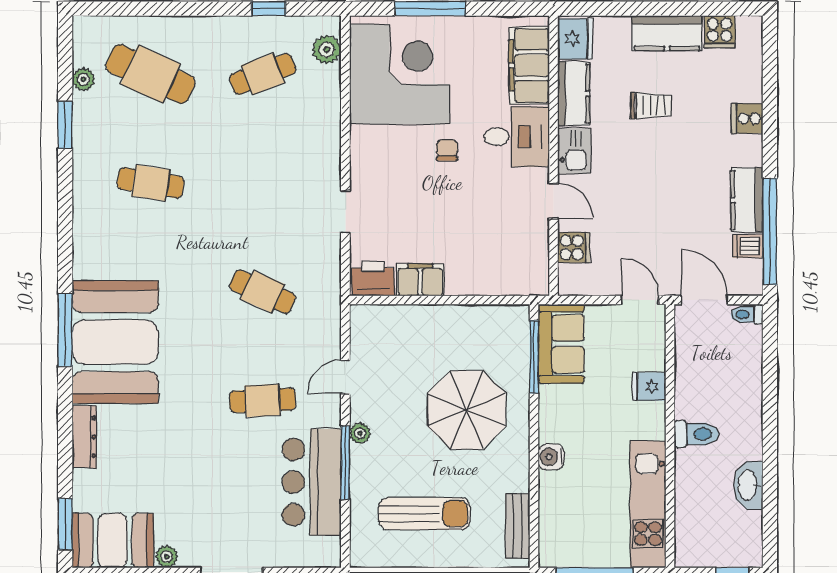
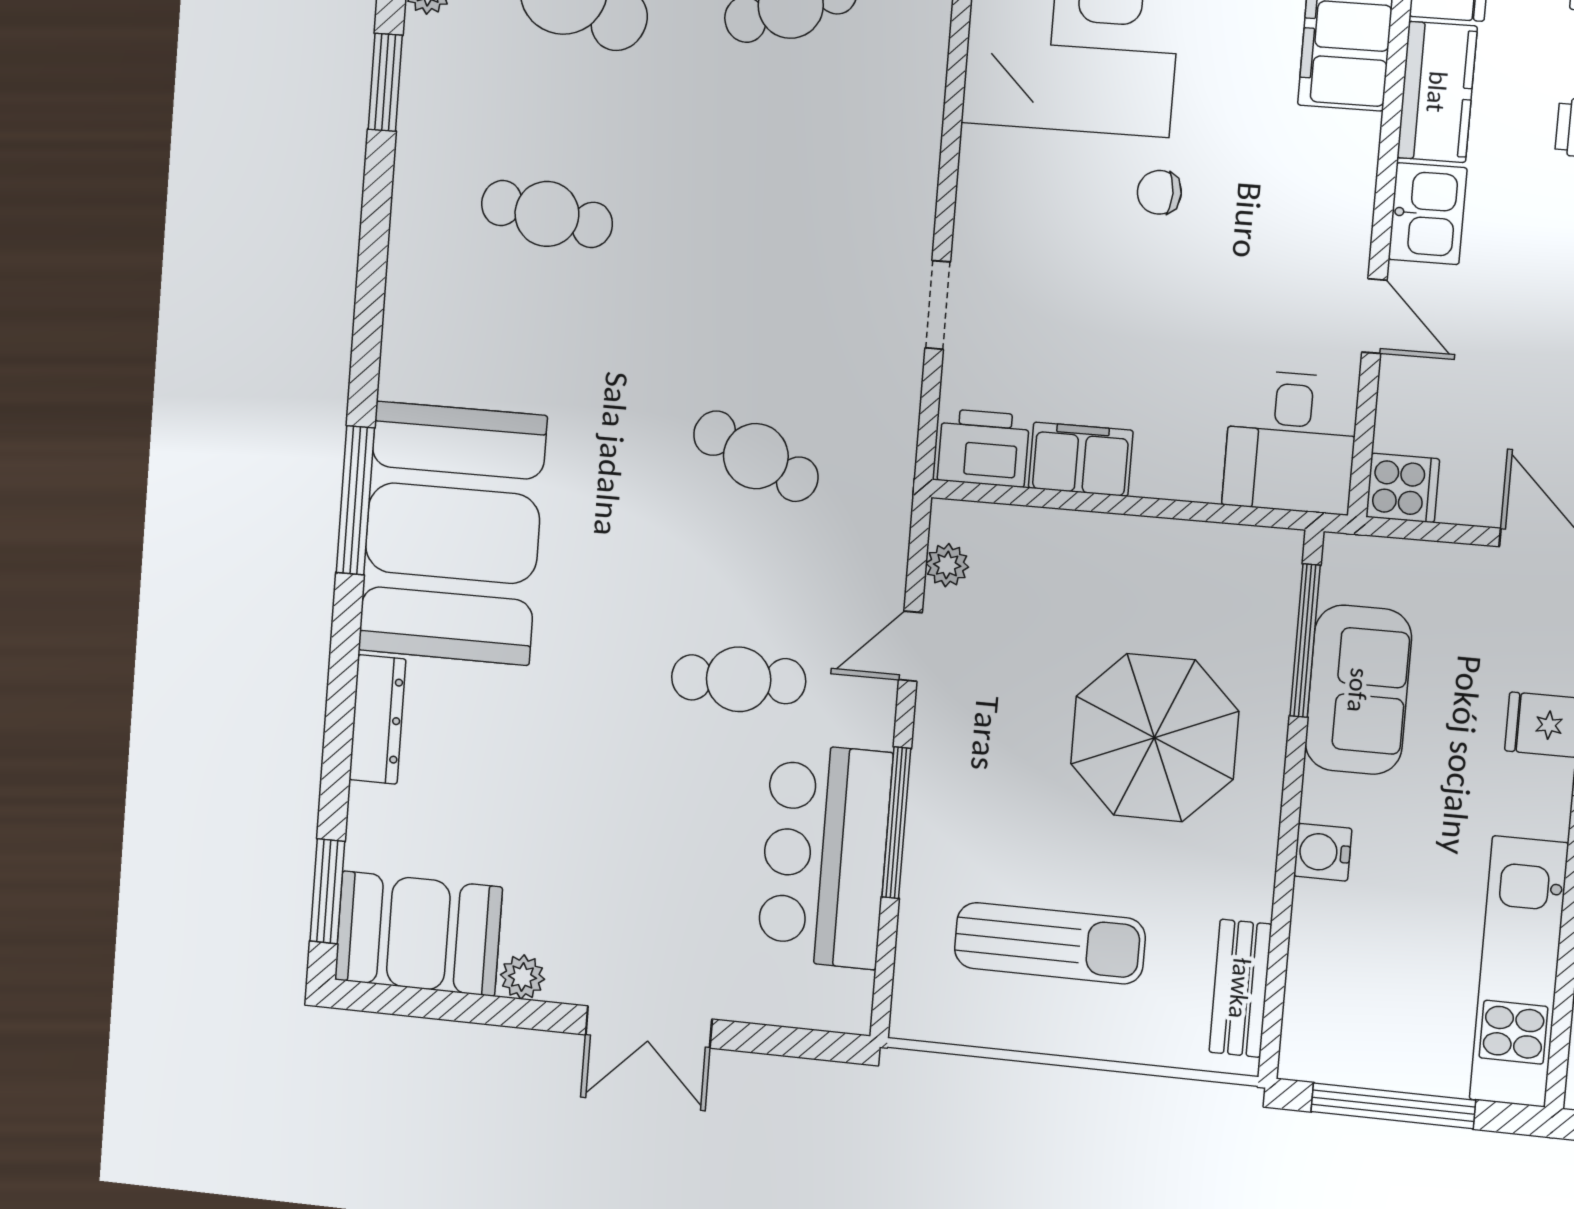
desk: (517, 137) -> (1291, 442), moved, turned 90
chair: (447, 150) -> (1159, 192), turned -90
cooker: (574, 247) -> (1403, 488), moved
sofa: (561, 344) -> (1358, 690), moved
plant: (360, 433) -> (947, 565), moved

